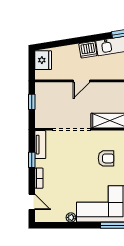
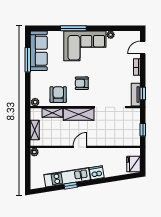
door: (81, 81) -> (80, 147), moved
window: (32, 160) -> (143, 93), moved
door: (32, 202) -> (143, 48), hinge flipped

